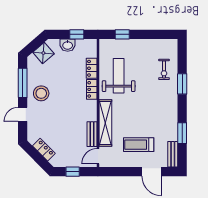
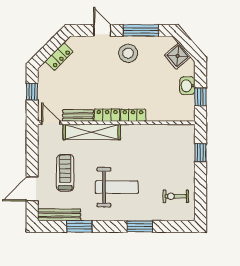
locker: (92, 68) -> (107, 115), moved
exercise bike: (164, 69) -> (176, 196), moved
weight bench: (119, 76) -> (117, 187), moved
bench: (173, 154) -> (59, 215), width x1.36

